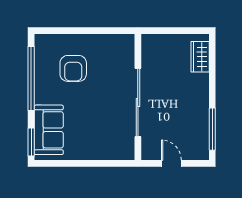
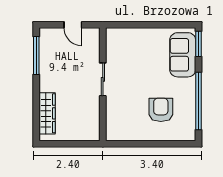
wardrobe: (200, 57) -> (47, 113), width x1.50
sliding door: (138, 102) -> (103, 79), width x0.54

